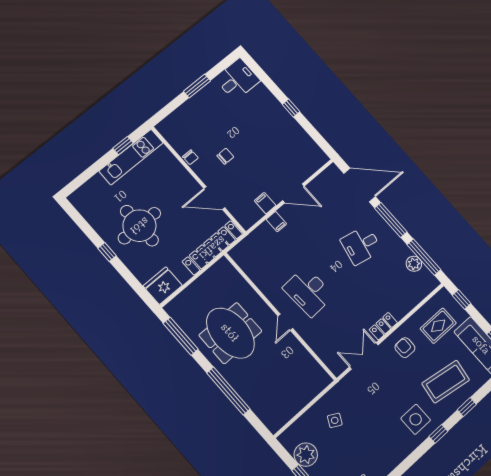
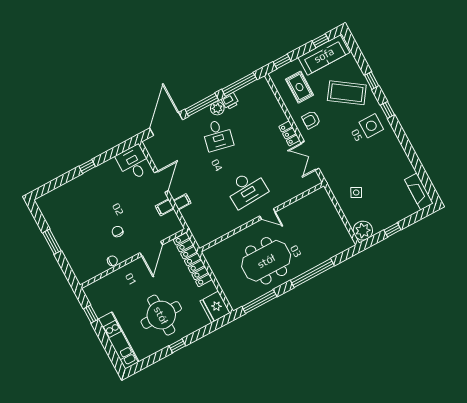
desk: (237, 79) -> (134, 163), moved
kitchen unit: (131, 157) -> (119, 341), moved
printer: (403, 251) -> (230, 101), added
plant: (414, 264) -> (217, 108), moved
coffee table: (446, 382) -> (347, 93), turned -64
plant: (306, 455) -> (363, 231), moved

